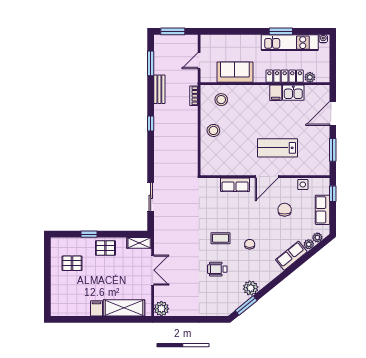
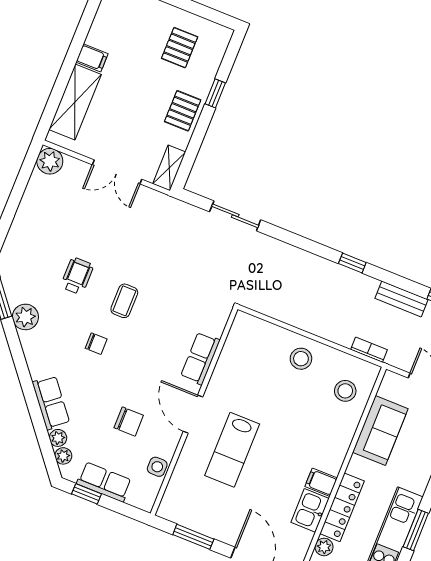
lab bench: (277, 148) -> (232, 450), turned 180
window: (333, 194) -> (87, 494), moved

